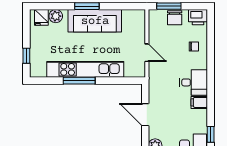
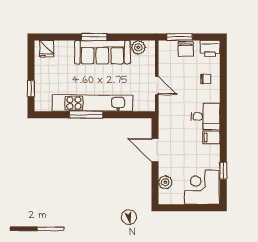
plant: (56, 16) -> (138, 47), moved

